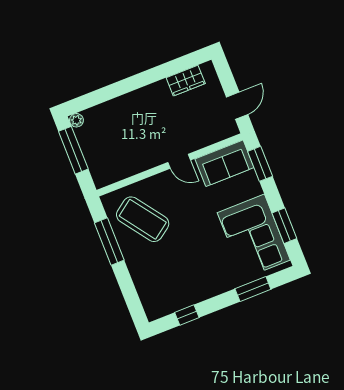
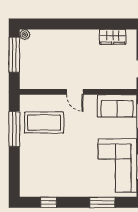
door: (179, 161) -> (75, 92), moved
coffee table: (143, 219) -> (44, 123), turned -54

